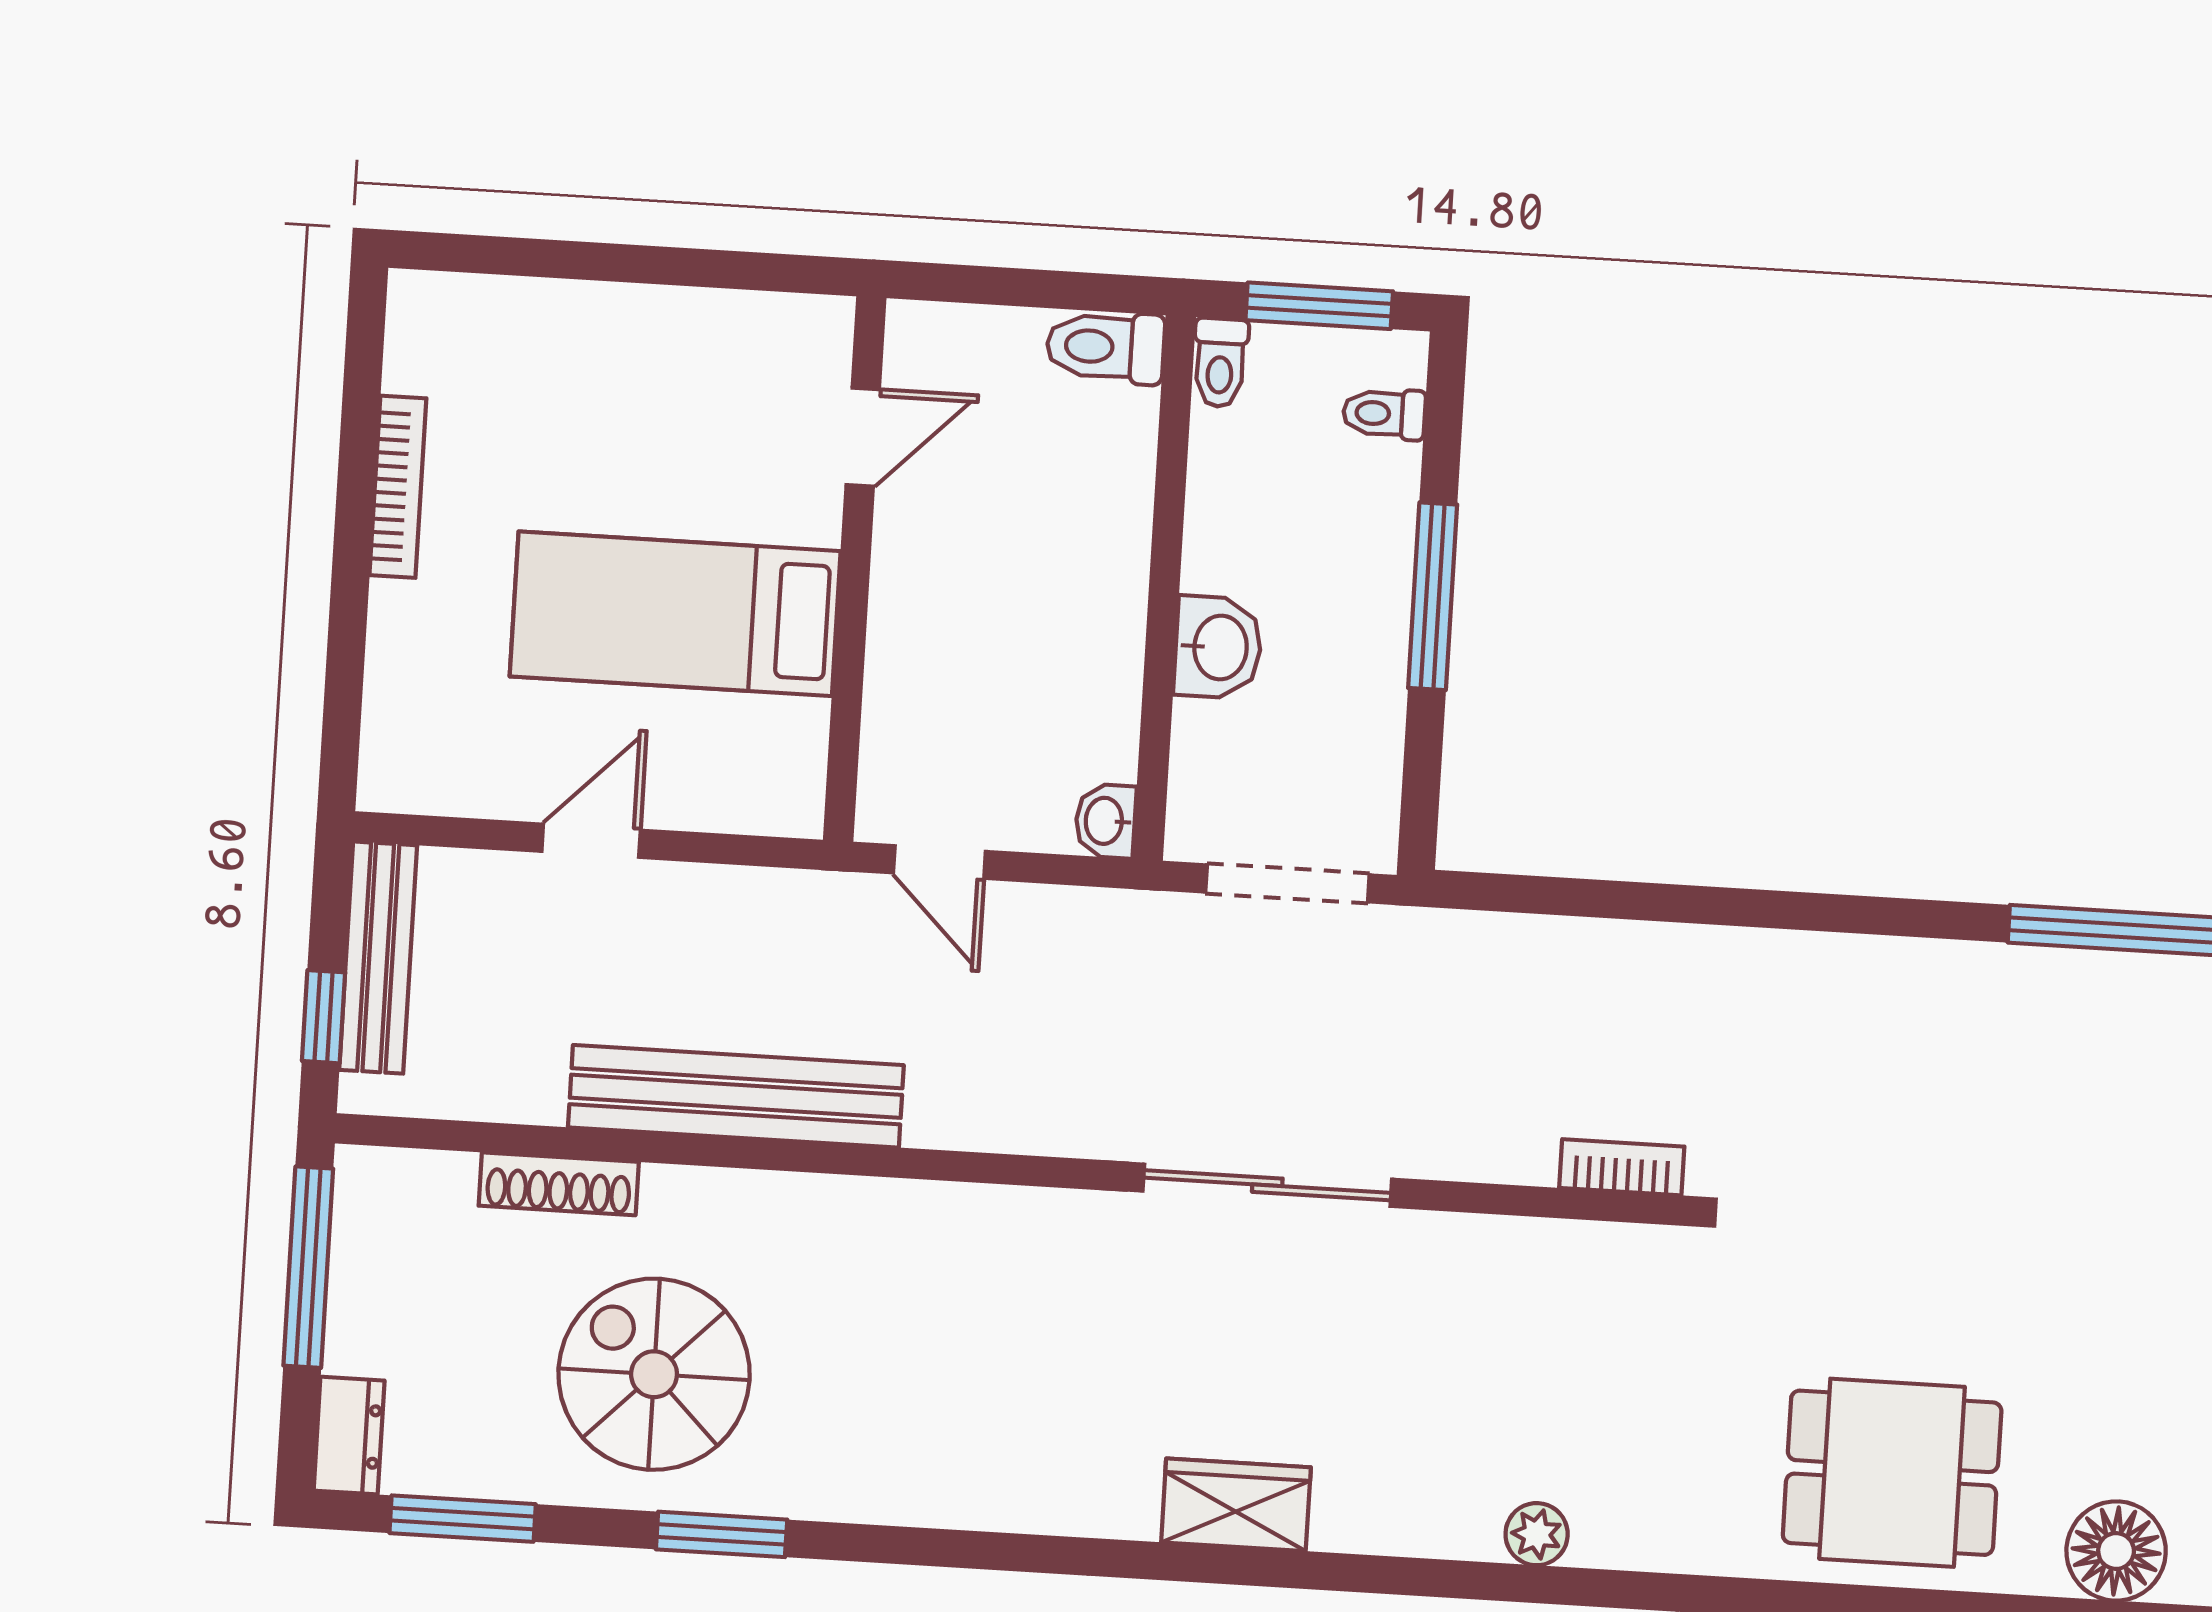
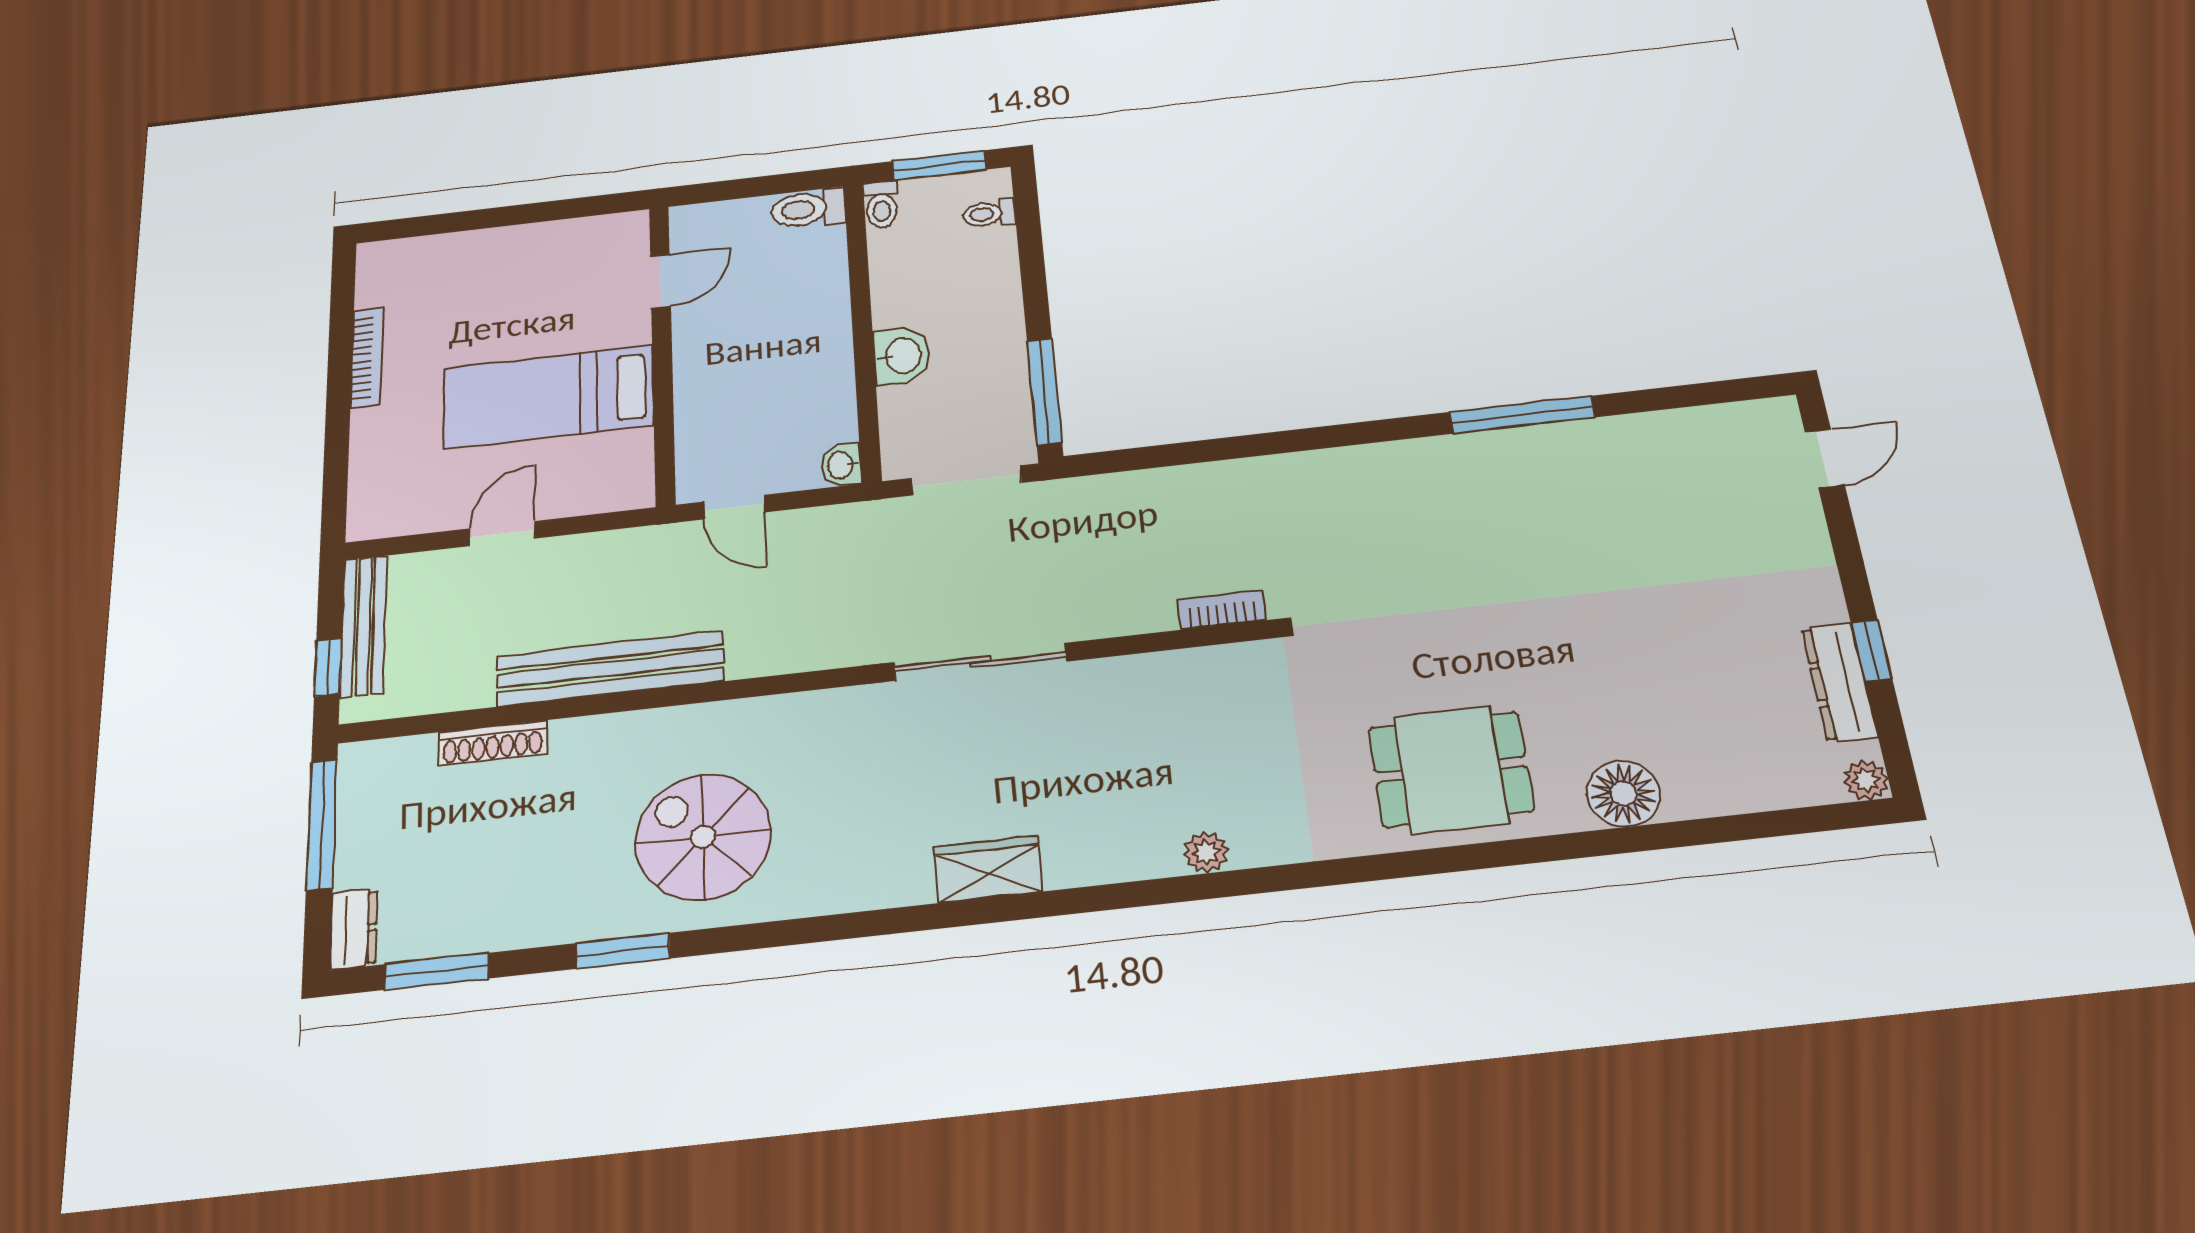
window: (1433, 596) -> (1044, 392), moved
spiral stairs: (654, 1374) -> (703, 837), moved

